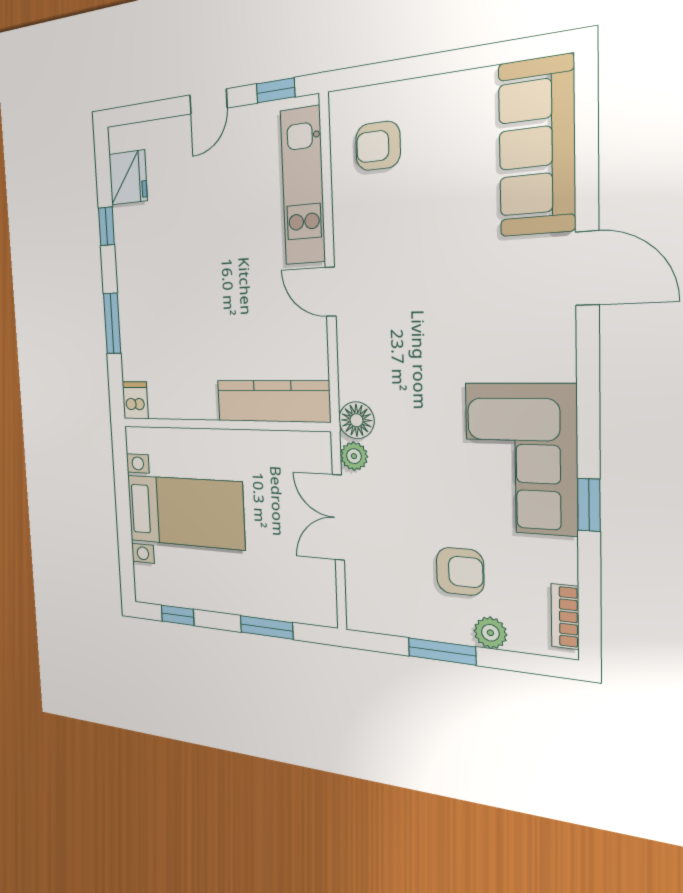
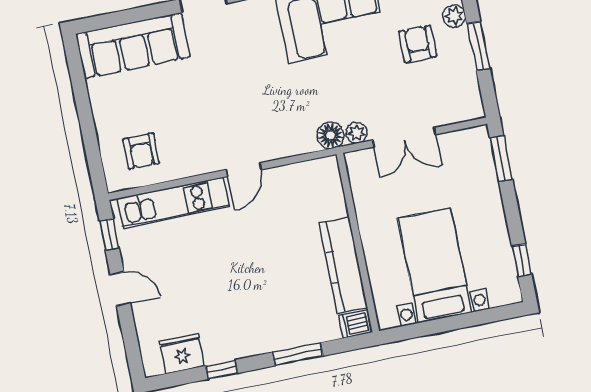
kitchen counter: (273, 401) -> (343, 265), moved
window: (266, 627) -> (501, 159), moved

